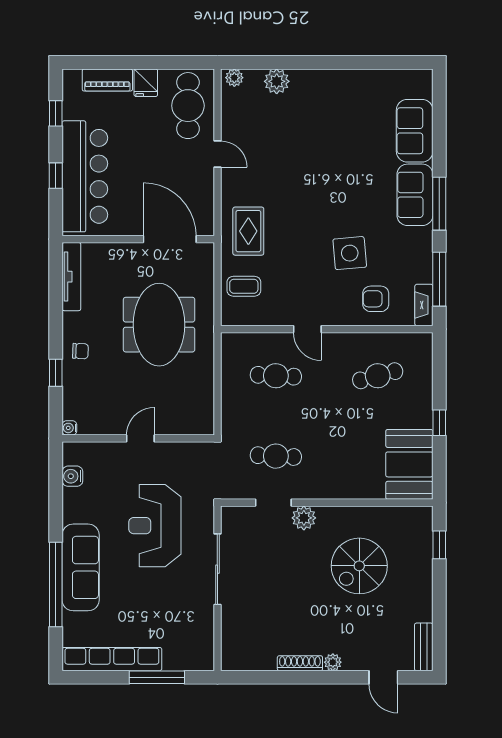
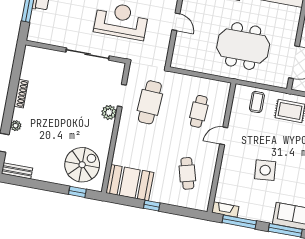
armchair: (376, 299) -> (234, 181), removed
cafe table: (276, 456) -> (150, 102), width x1.37, depth x1.35
spiral stairs: (359, 566) -> (82, 165), moved, turned 90
plant: (333, 662) -> (16, 126), moved

